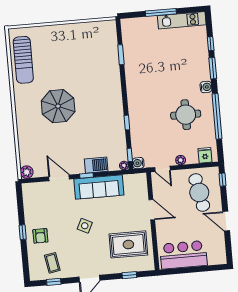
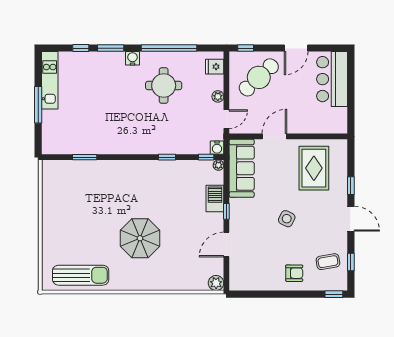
sofa: (99, 187) -> (242, 168), moved
cafe table: (199, 192) -> (259, 77), turned -32
window: (23, 232) -> (334, 294), moved
bar counter: (183, 255) -> (332, 79), moved
window: (129, 275) -> (351, 186), moved

